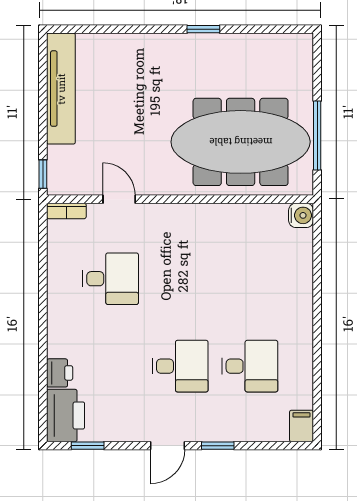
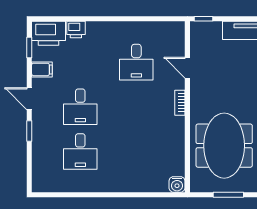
window: (317, 135) -> (228, 195), width x0.69
meeting table: (241, 142) -> (224, 146), width x0.73
door: (119, 199) -> (187, 68), swing flipped
bookcase: (66, 211) -> (180, 103), moved
filing cabinet: (301, 426) -> (42, 69), moved

